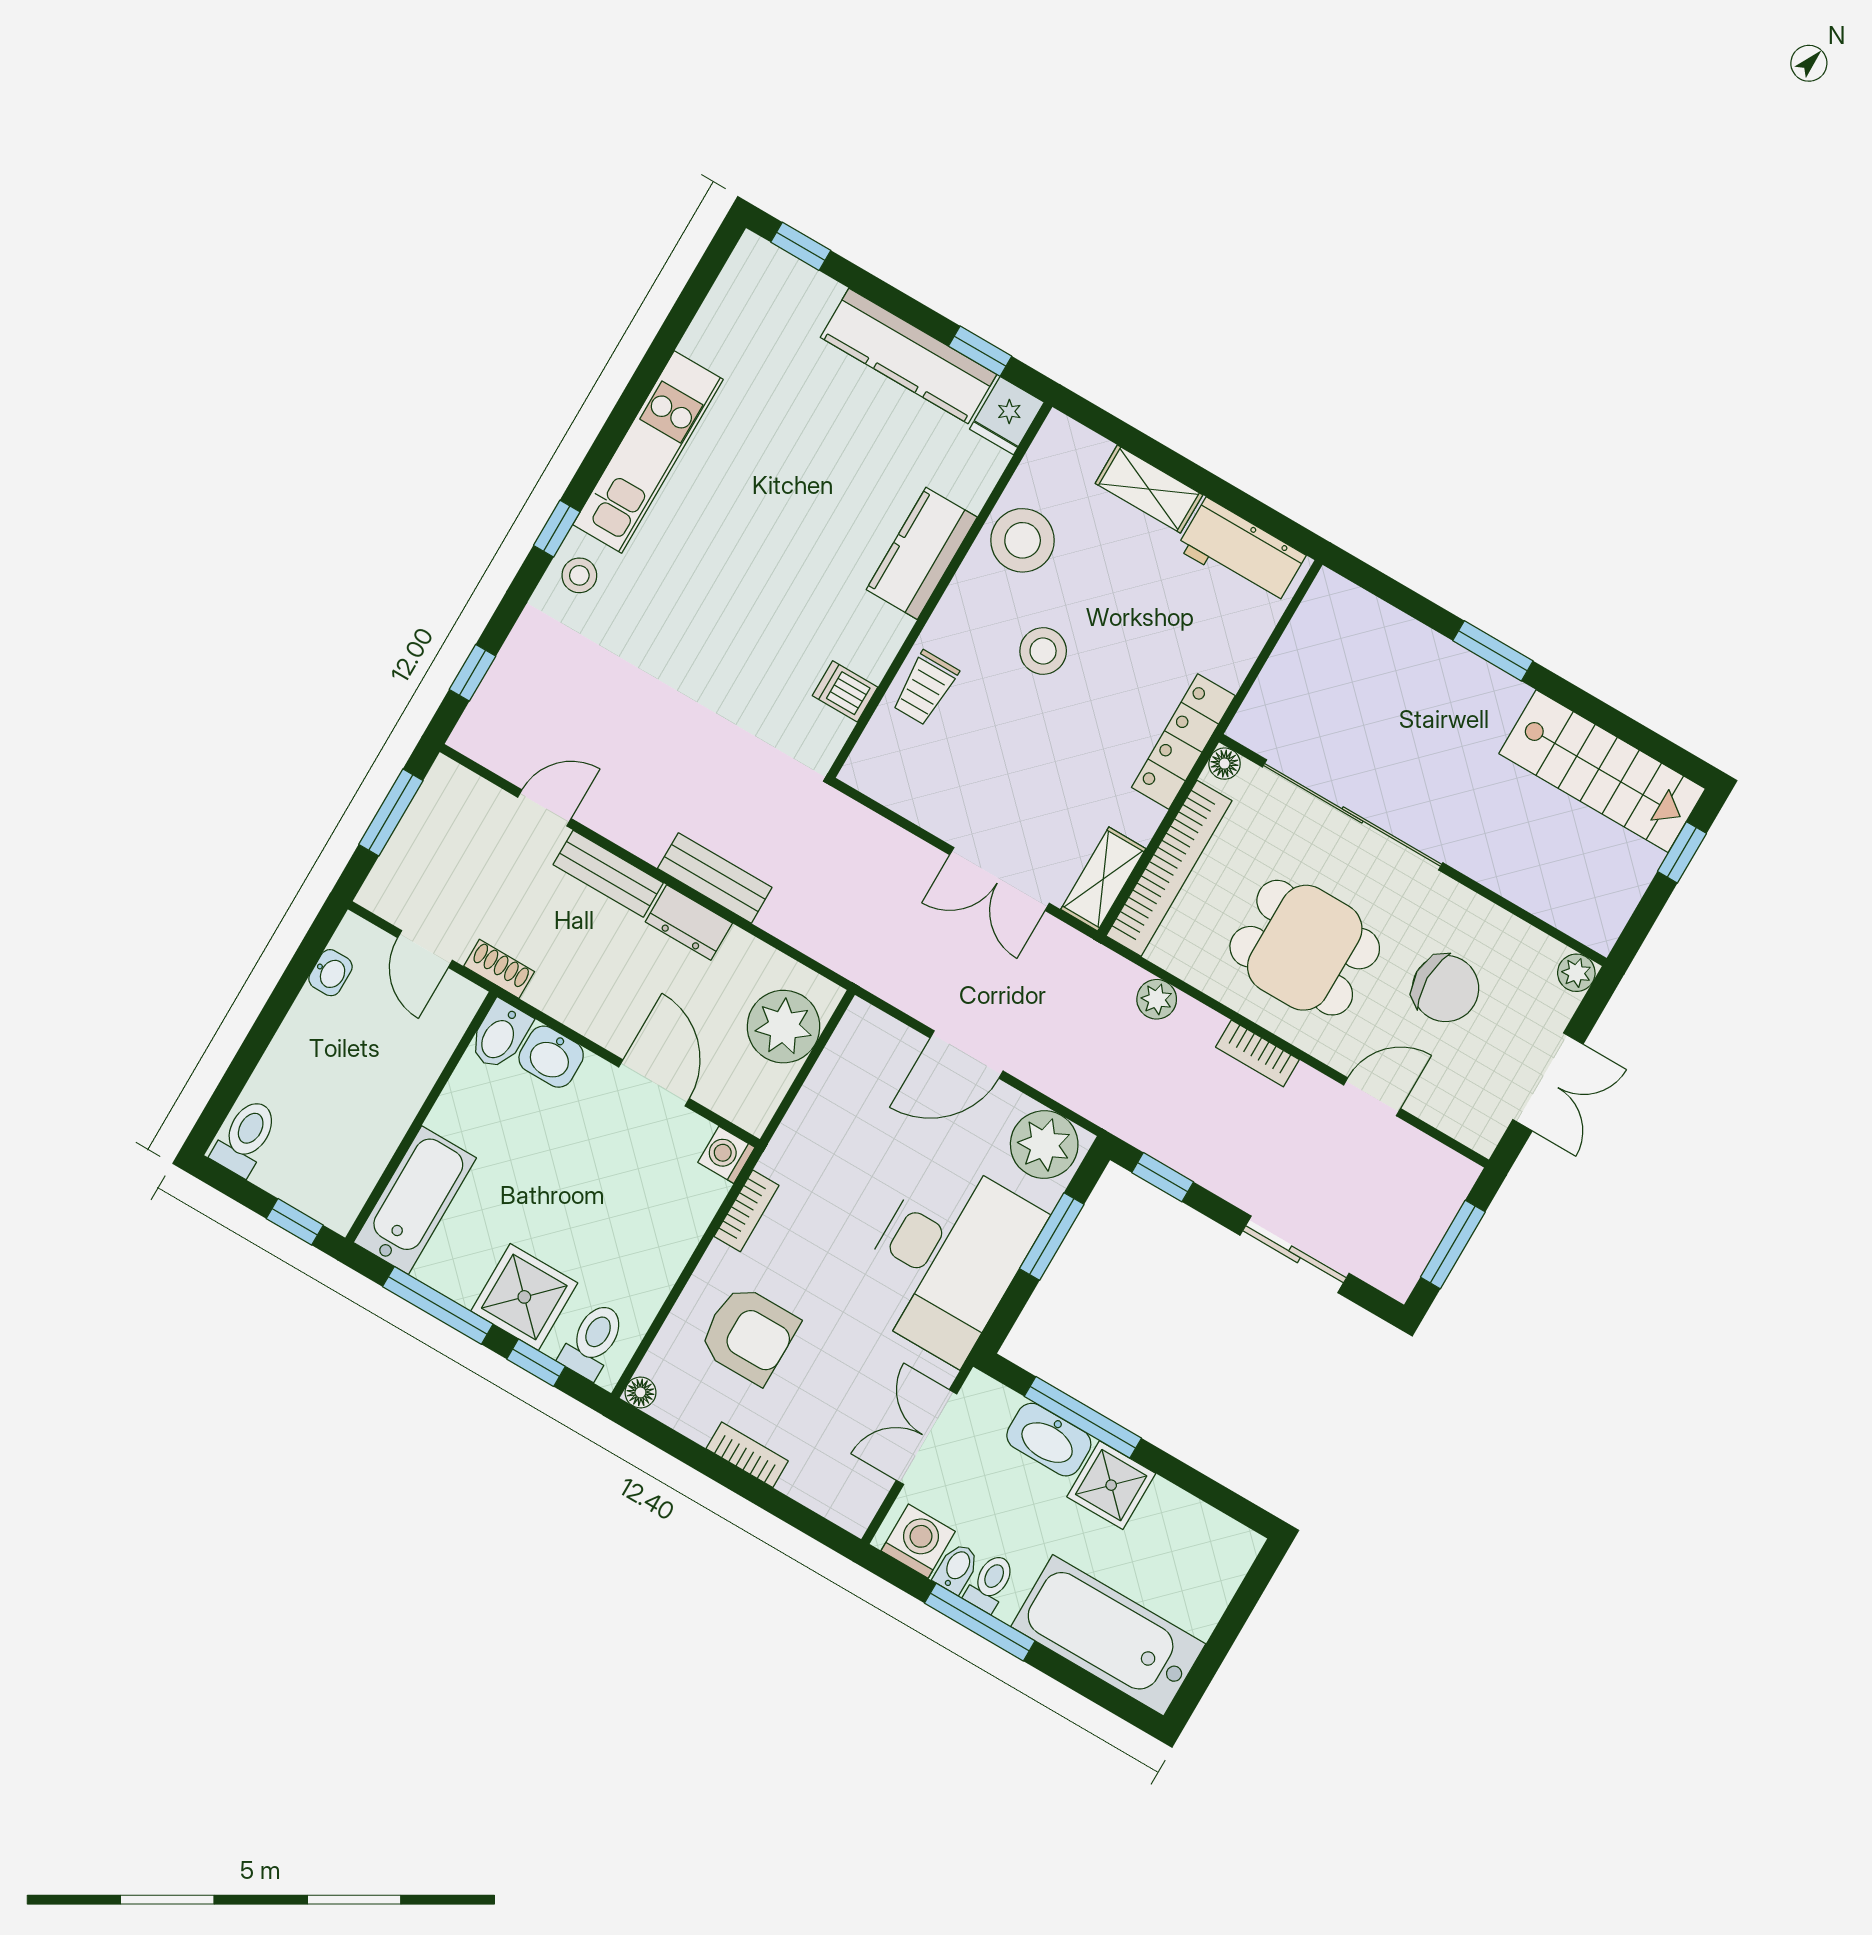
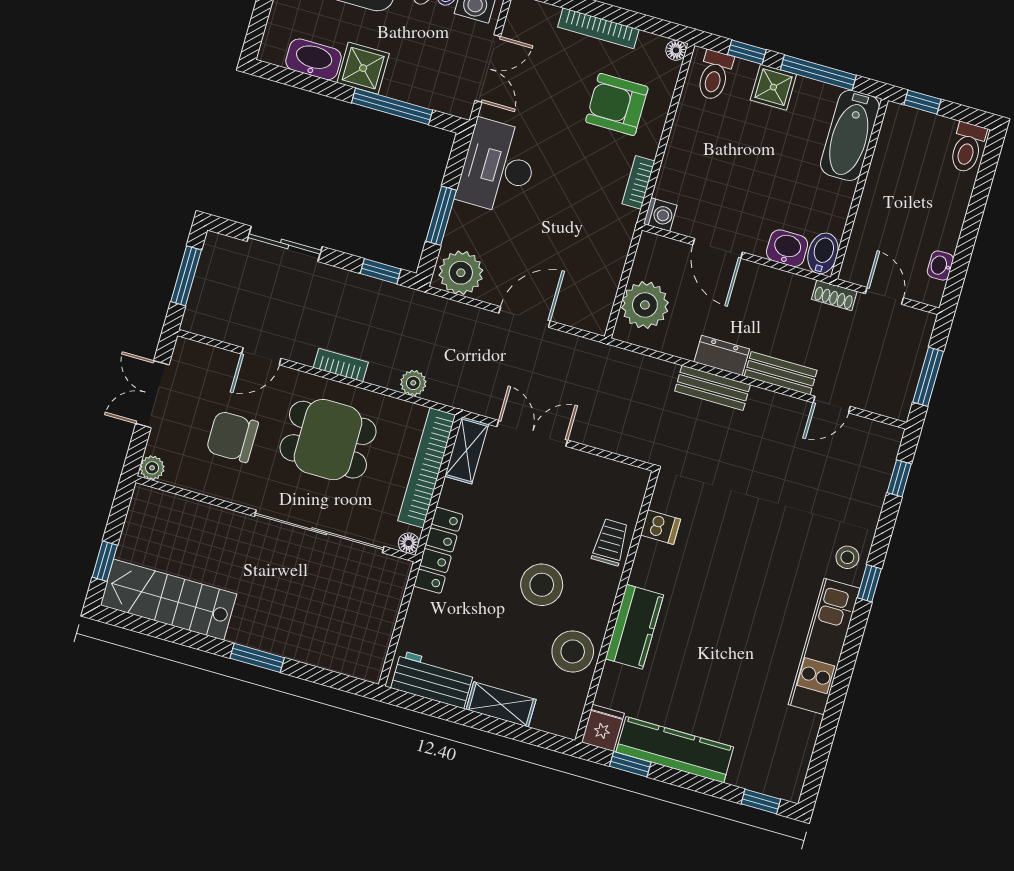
stool: (1043, 651) -> (542, 585), width x1.38, depth x1.38
desk: (947, 1259) -> (498, 167), width x0.73, depth x0.77
shower: (524, 1297) -> (773, 87), width x0.73, depth x0.73
washbasin: (1049, 1440) -> (313, 59), moved
bookcase: (747, 1455) -> (598, 28), width x1.56

